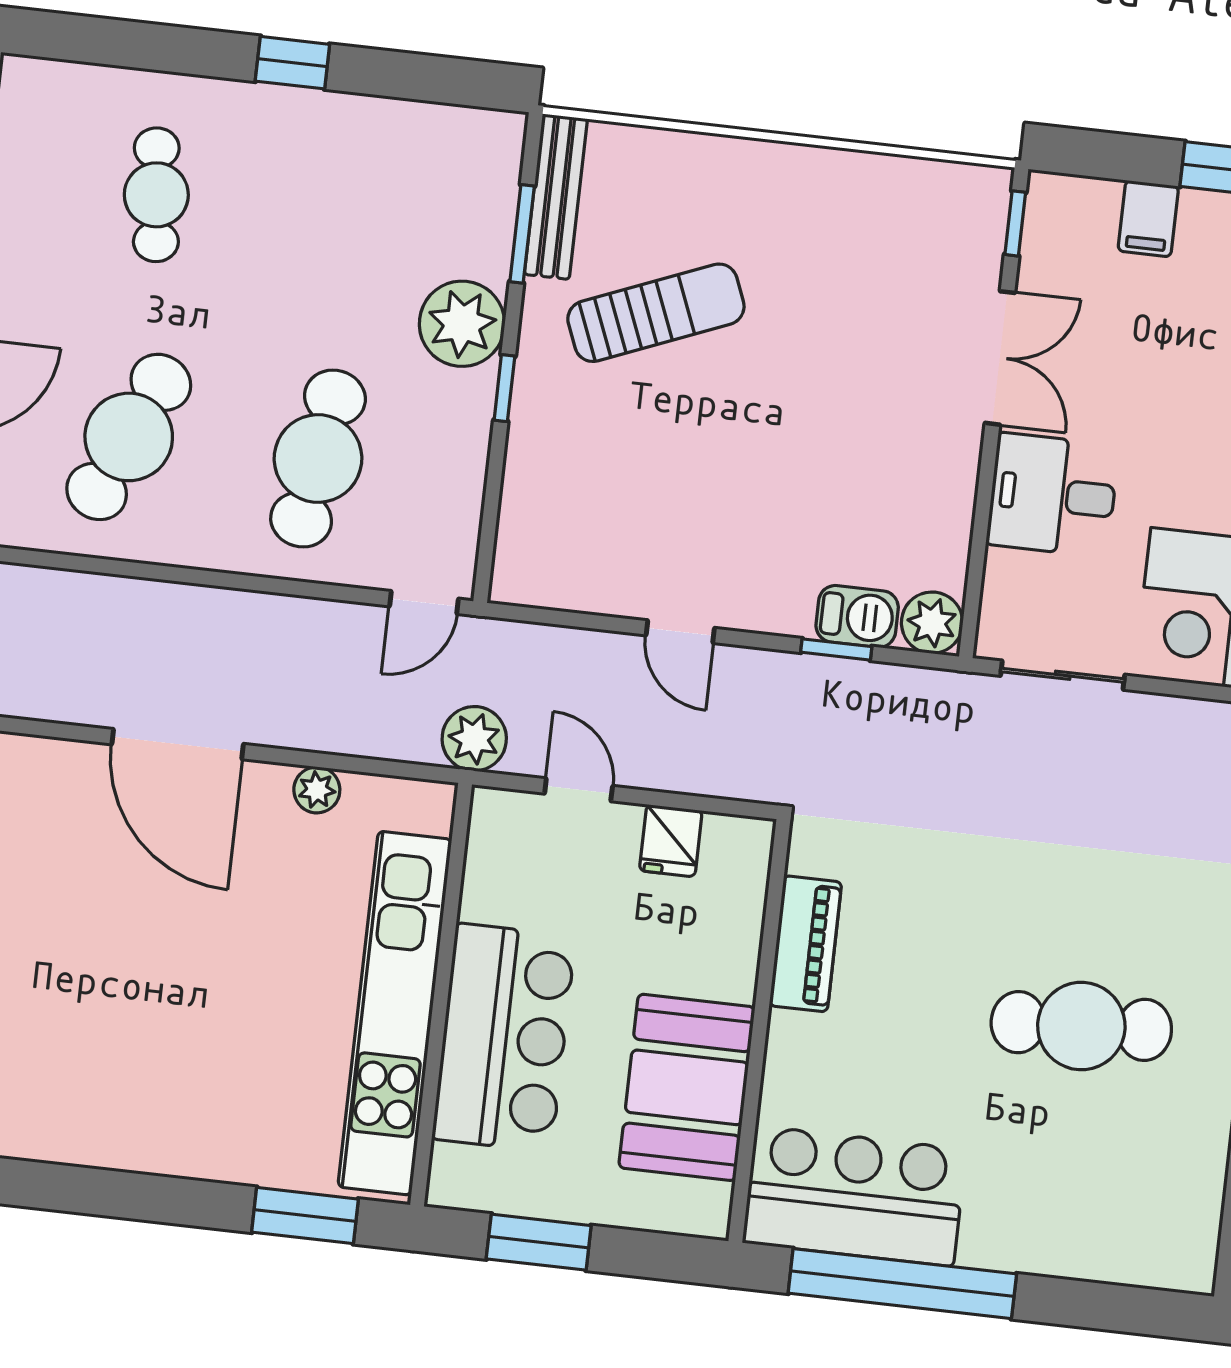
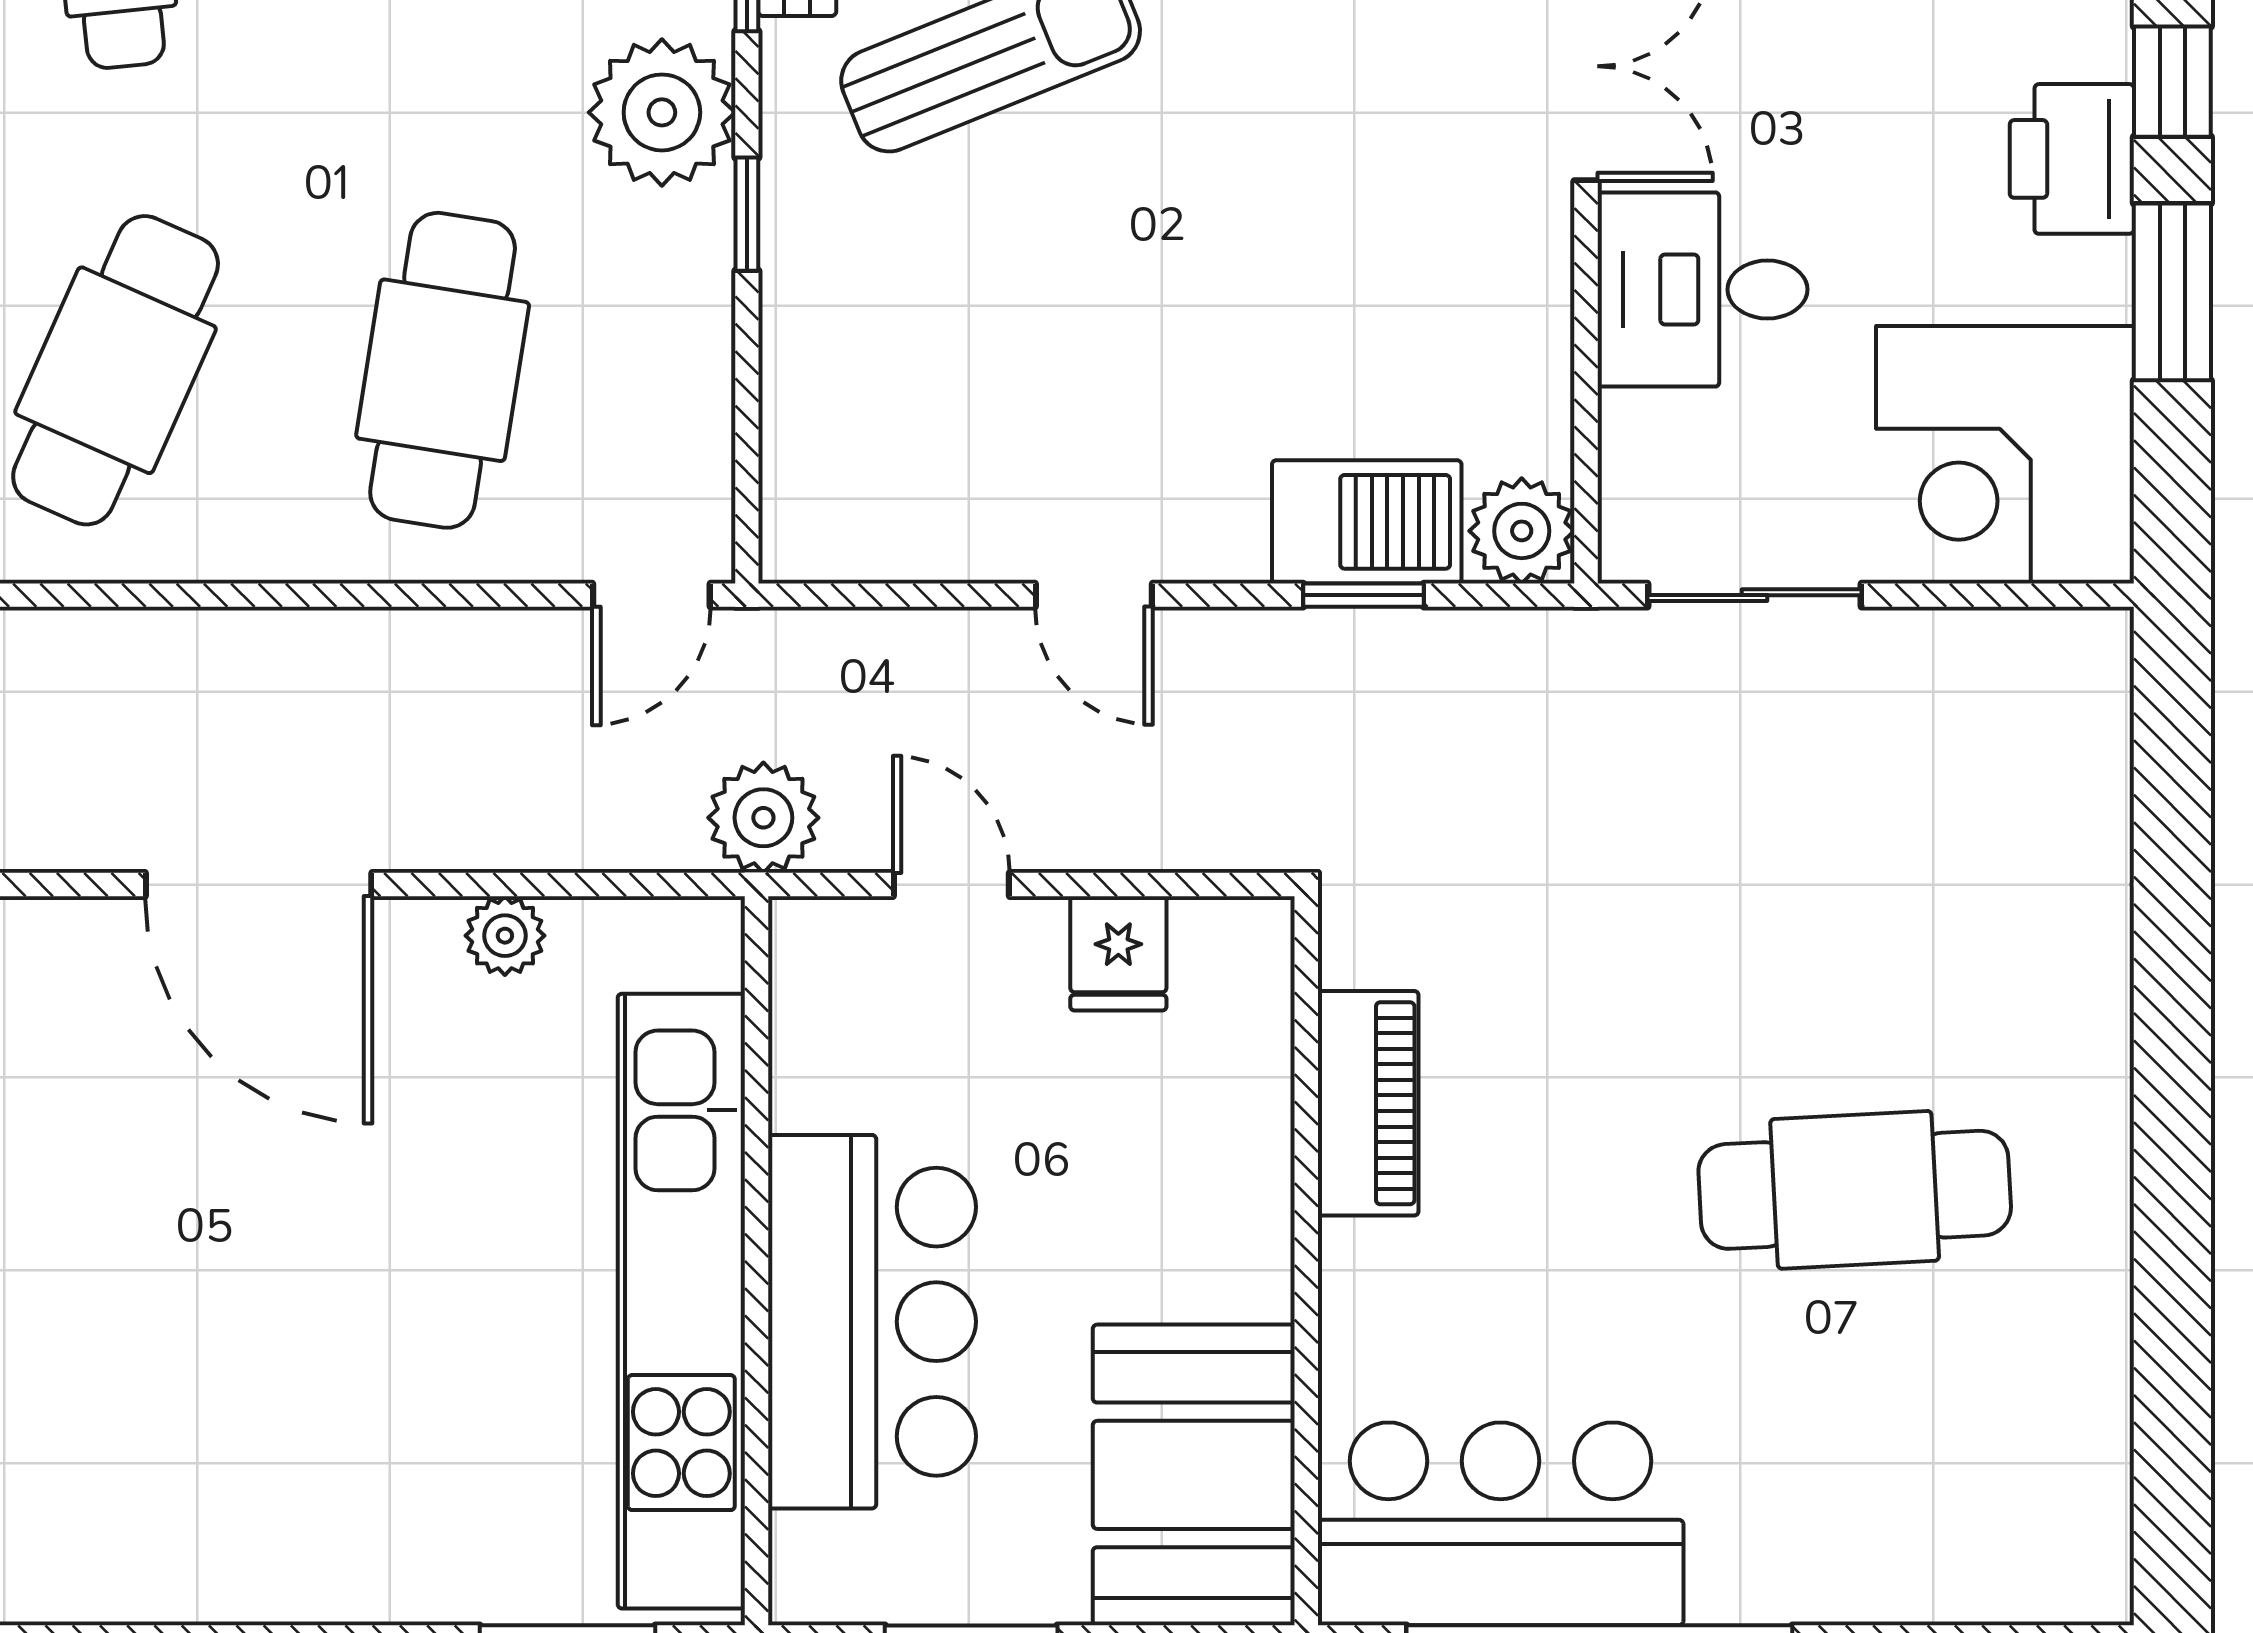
barbecue: (857, 616) -> (1367, 522), width x1.38, depth x1.27
booth: (687, 1087) -> (1194, 1475), moved

